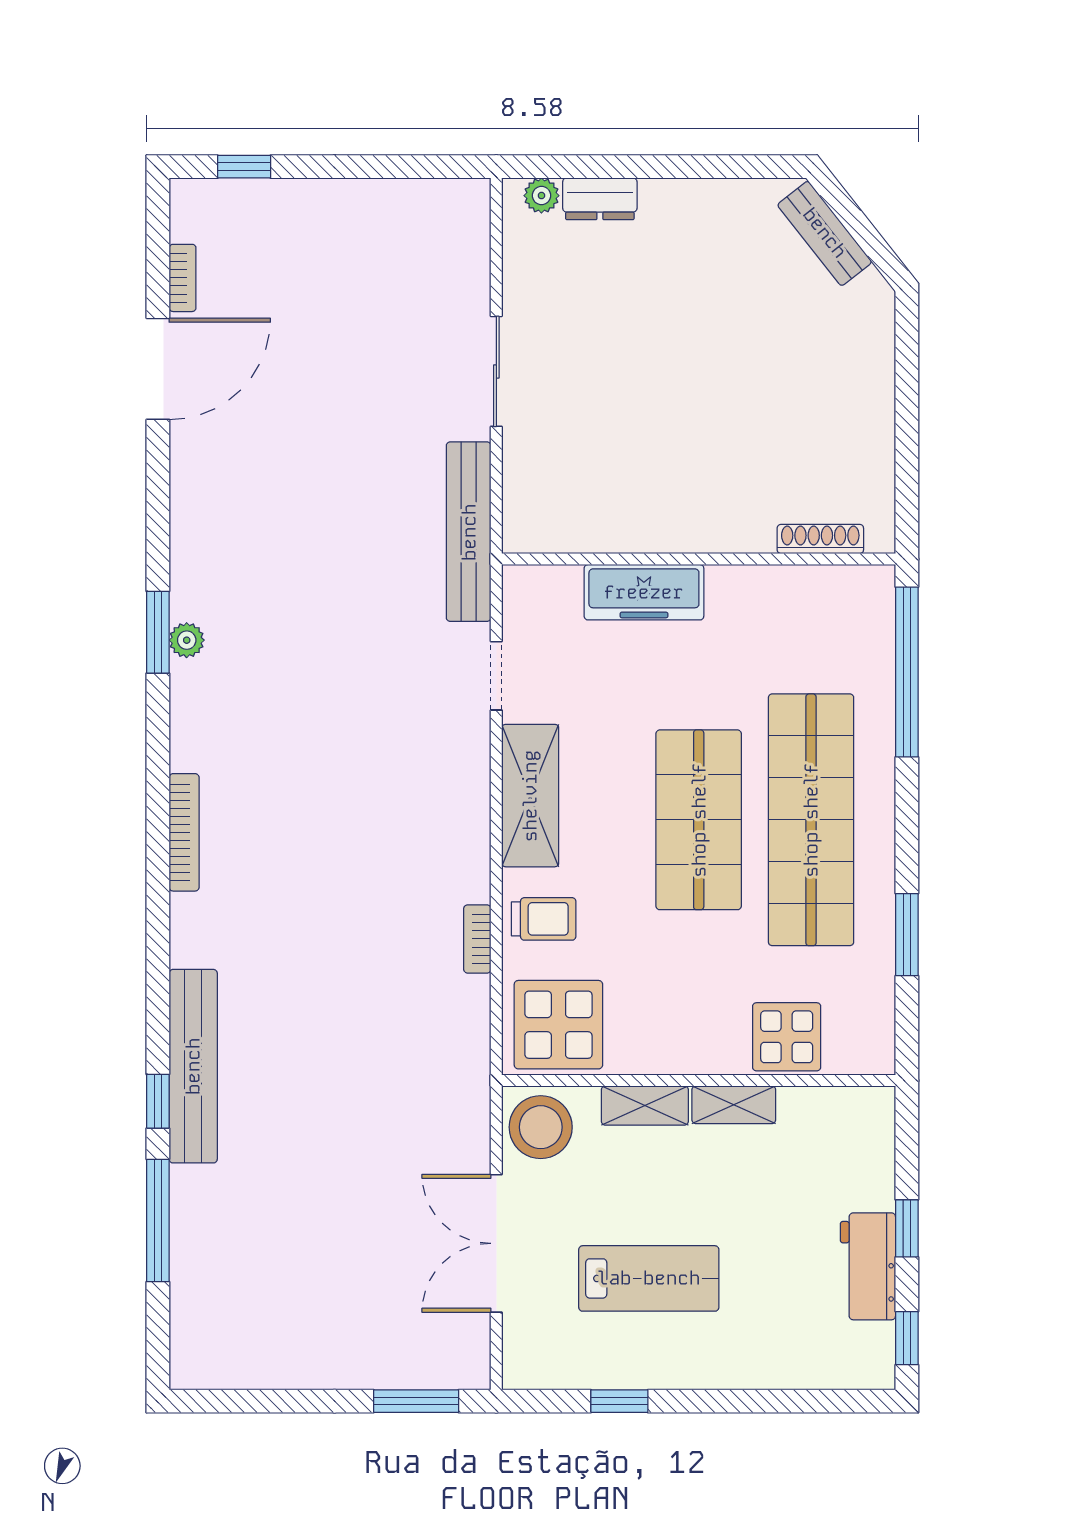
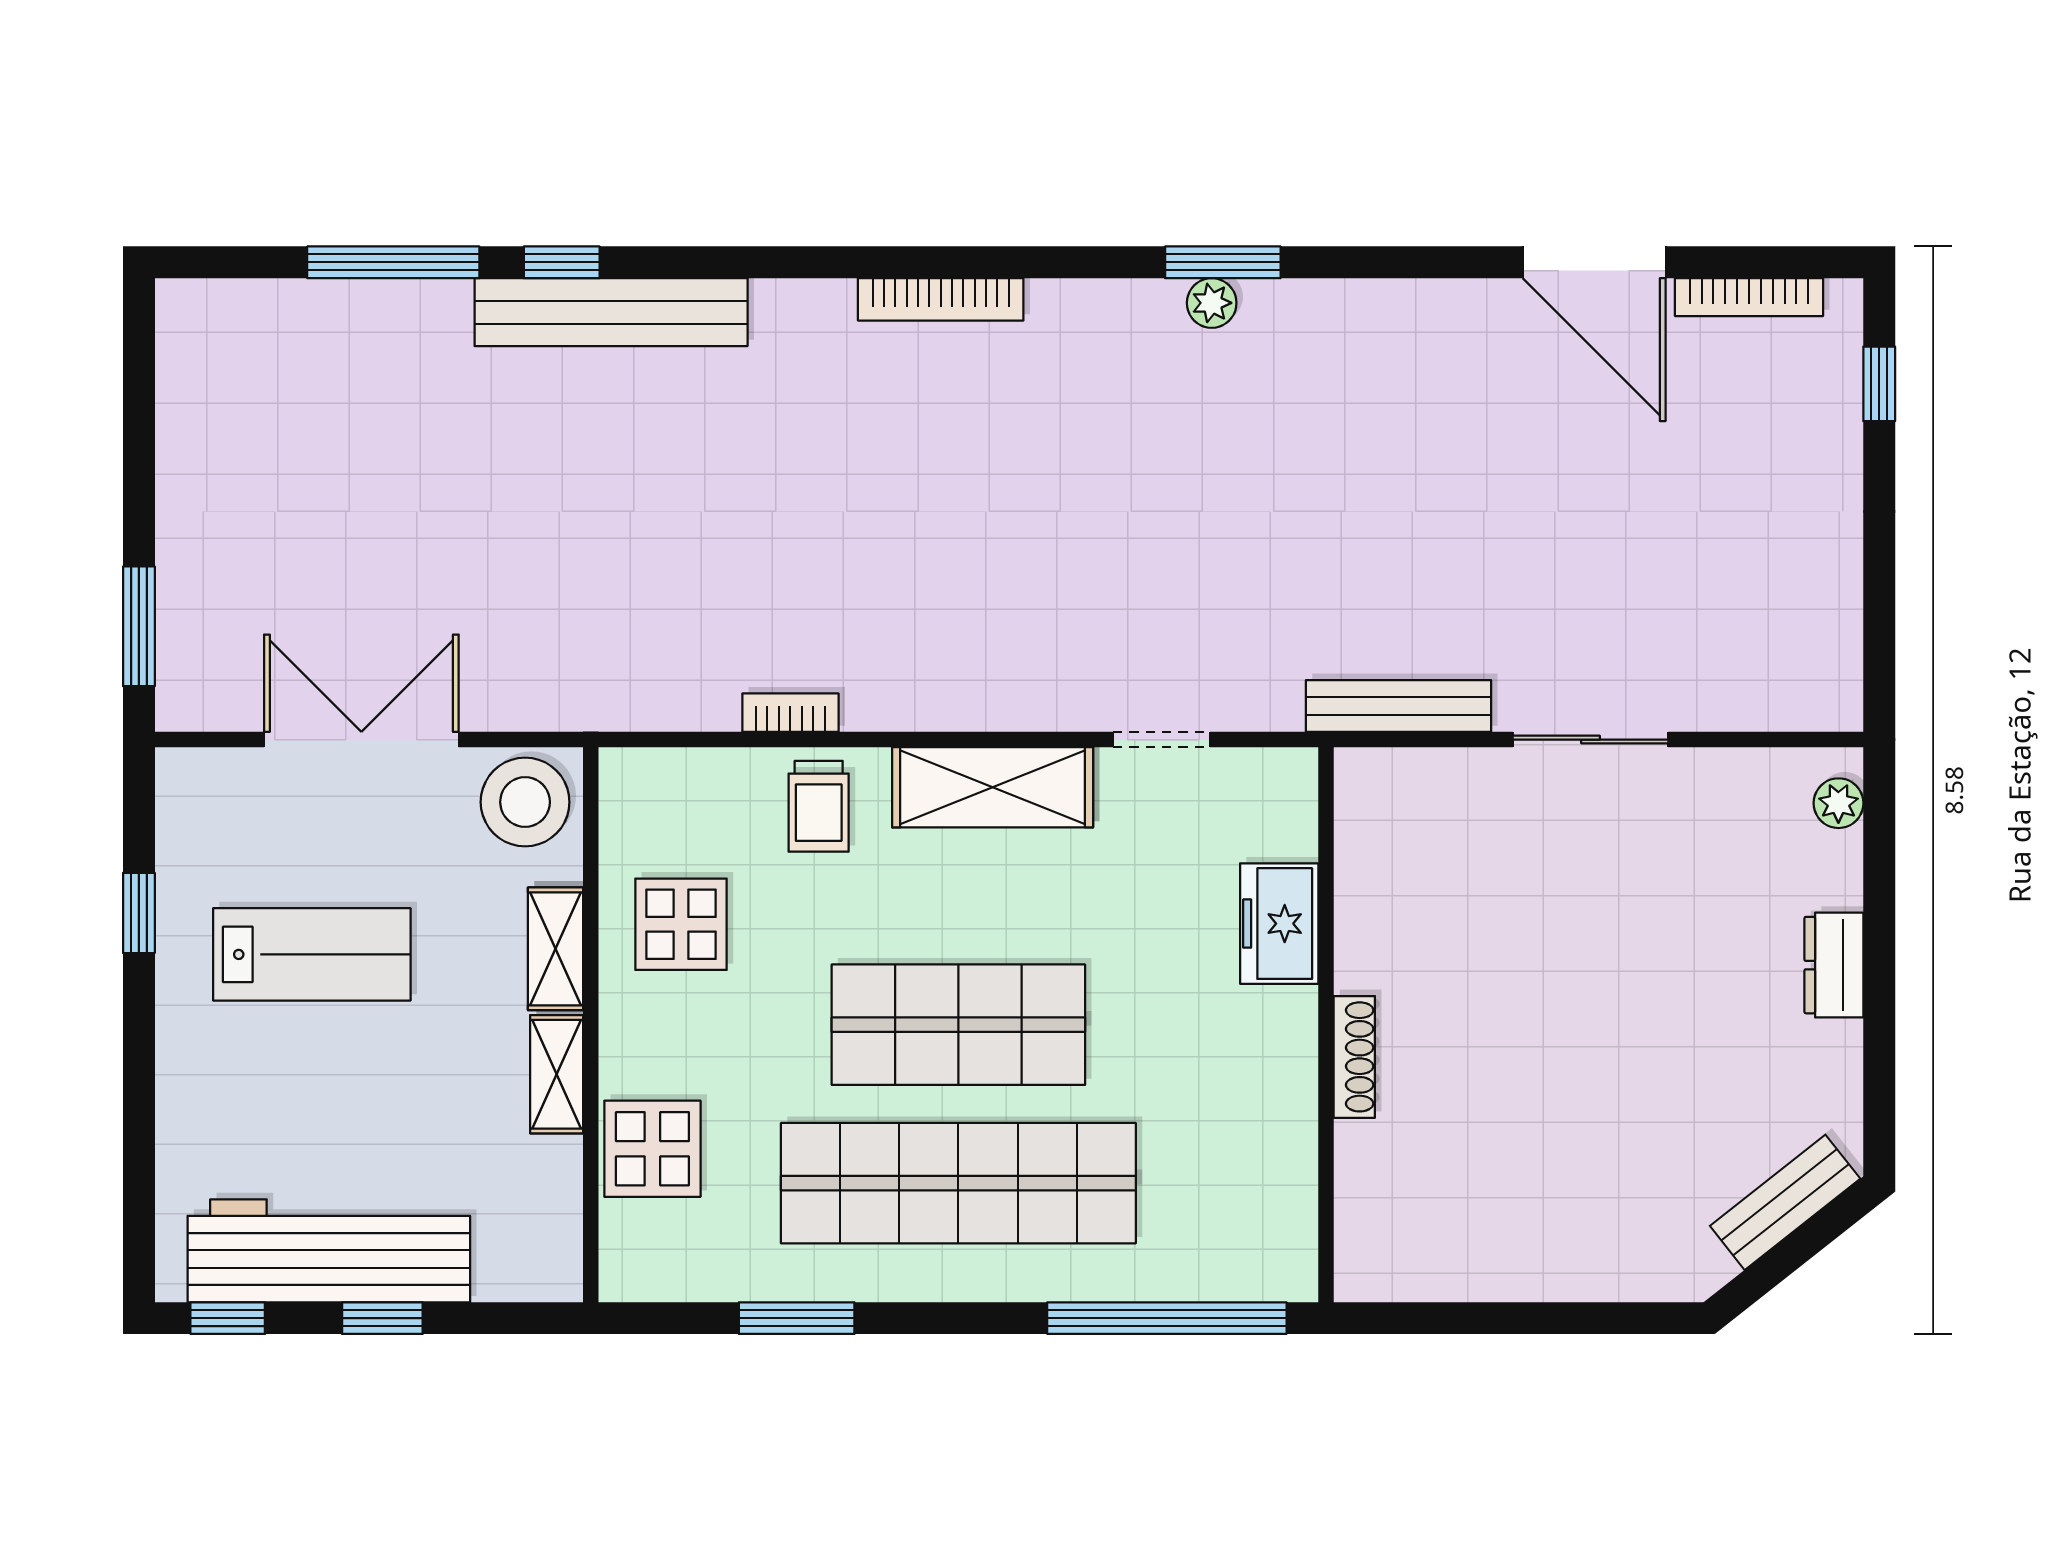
dresser: (600, 199) -> (1834, 965), moved
bookcase: (183, 278) -> (1749, 297), width x1.56
bench: (469, 532) -> (1399, 706), width x0.73, depth x0.82
shoe rack: (820, 539) -> (1354, 1057), moved
freezer: (644, 592) -> (1279, 924), width x0.71
display table: (558, 1025) -> (681, 924), moved, width x0.73, depth x0.73
workbench: (868, 1266) -> (329, 1251), width x1.88, depth x1.32
lab bench: (649, 1278) -> (312, 954), turned -90

